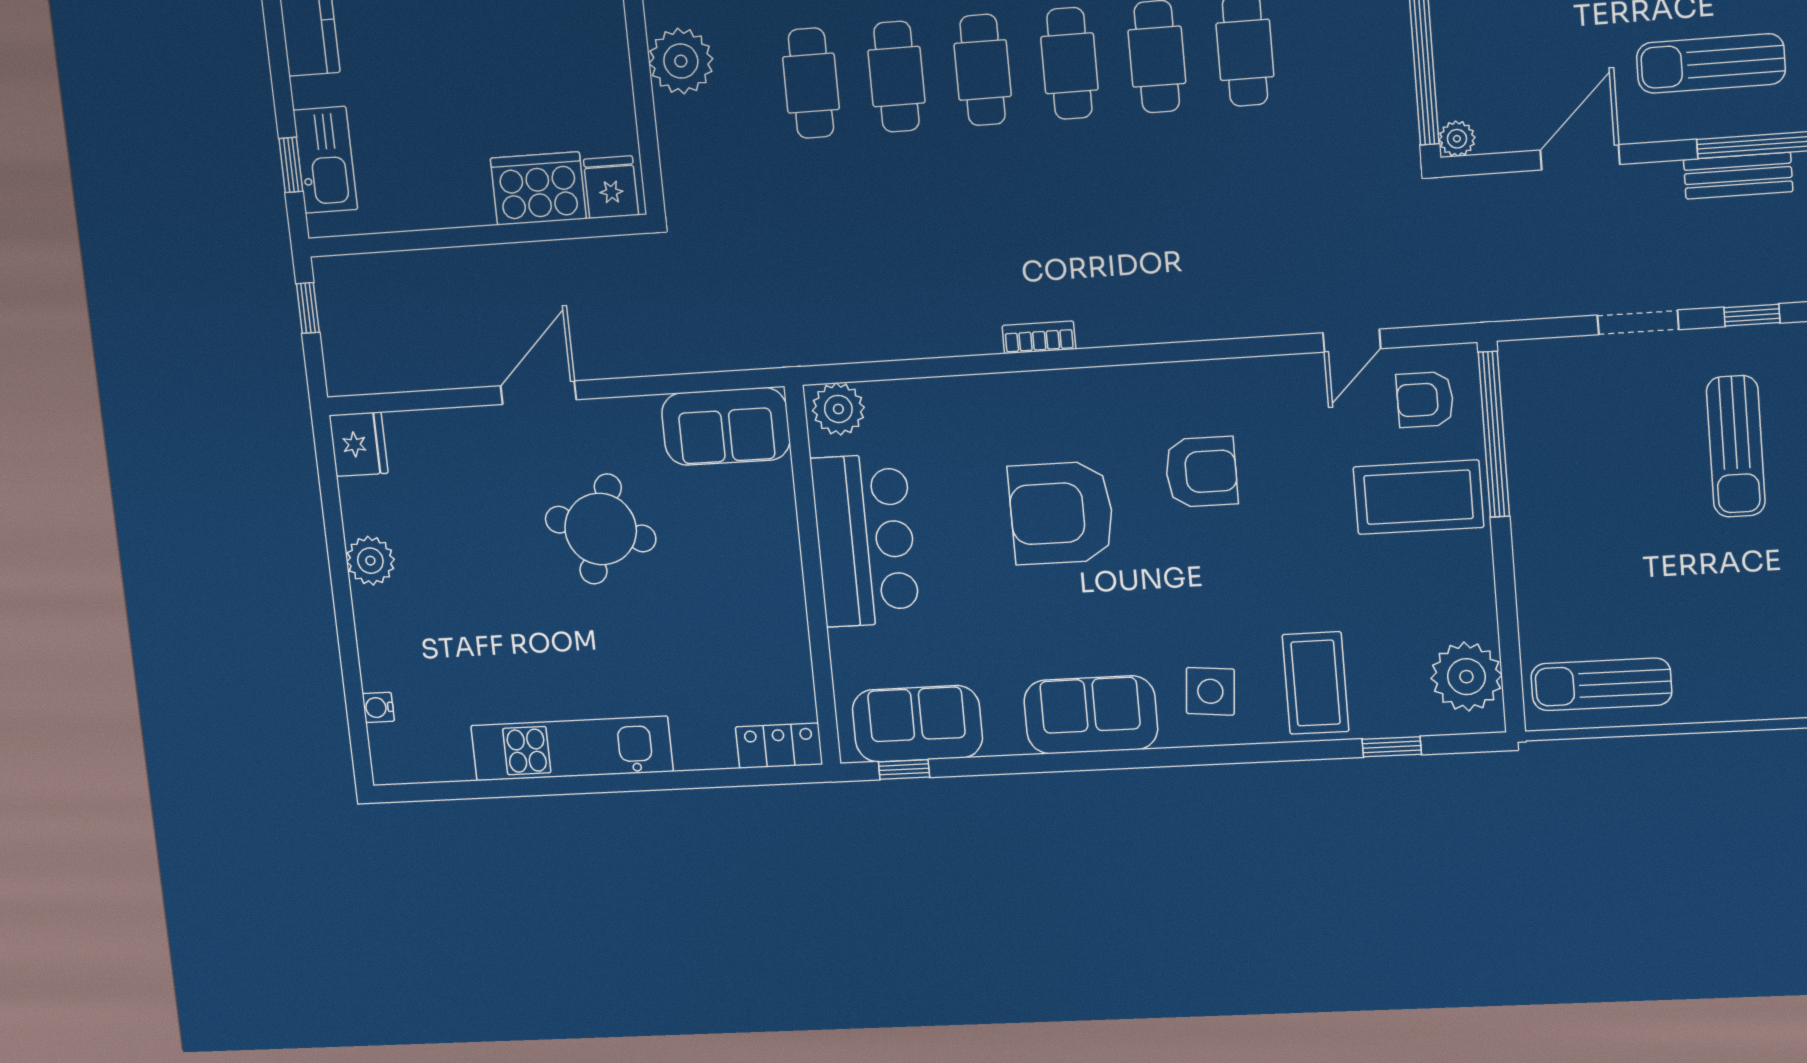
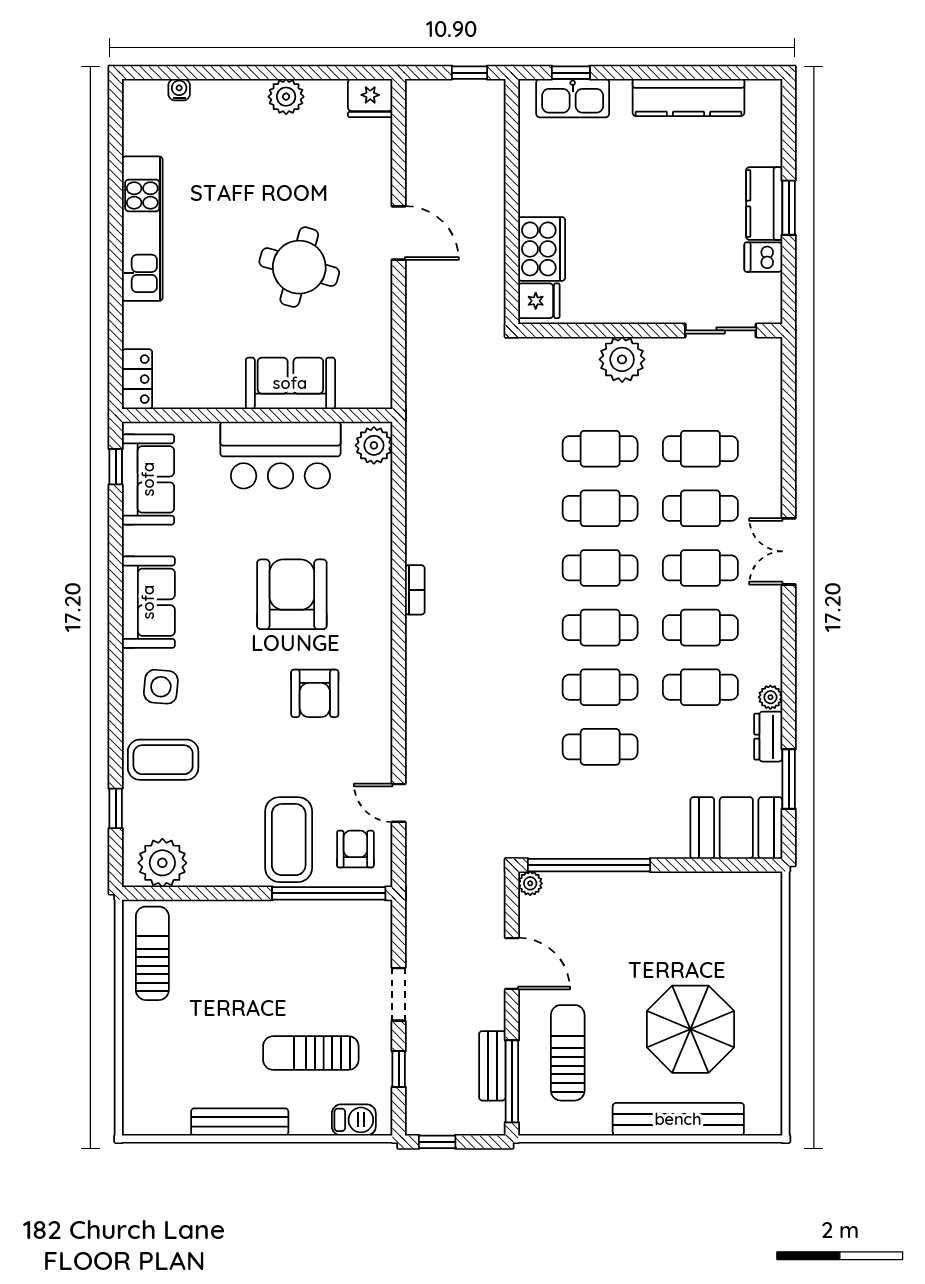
sofa: (726, 426) -> (290, 383), moved, turned 90

